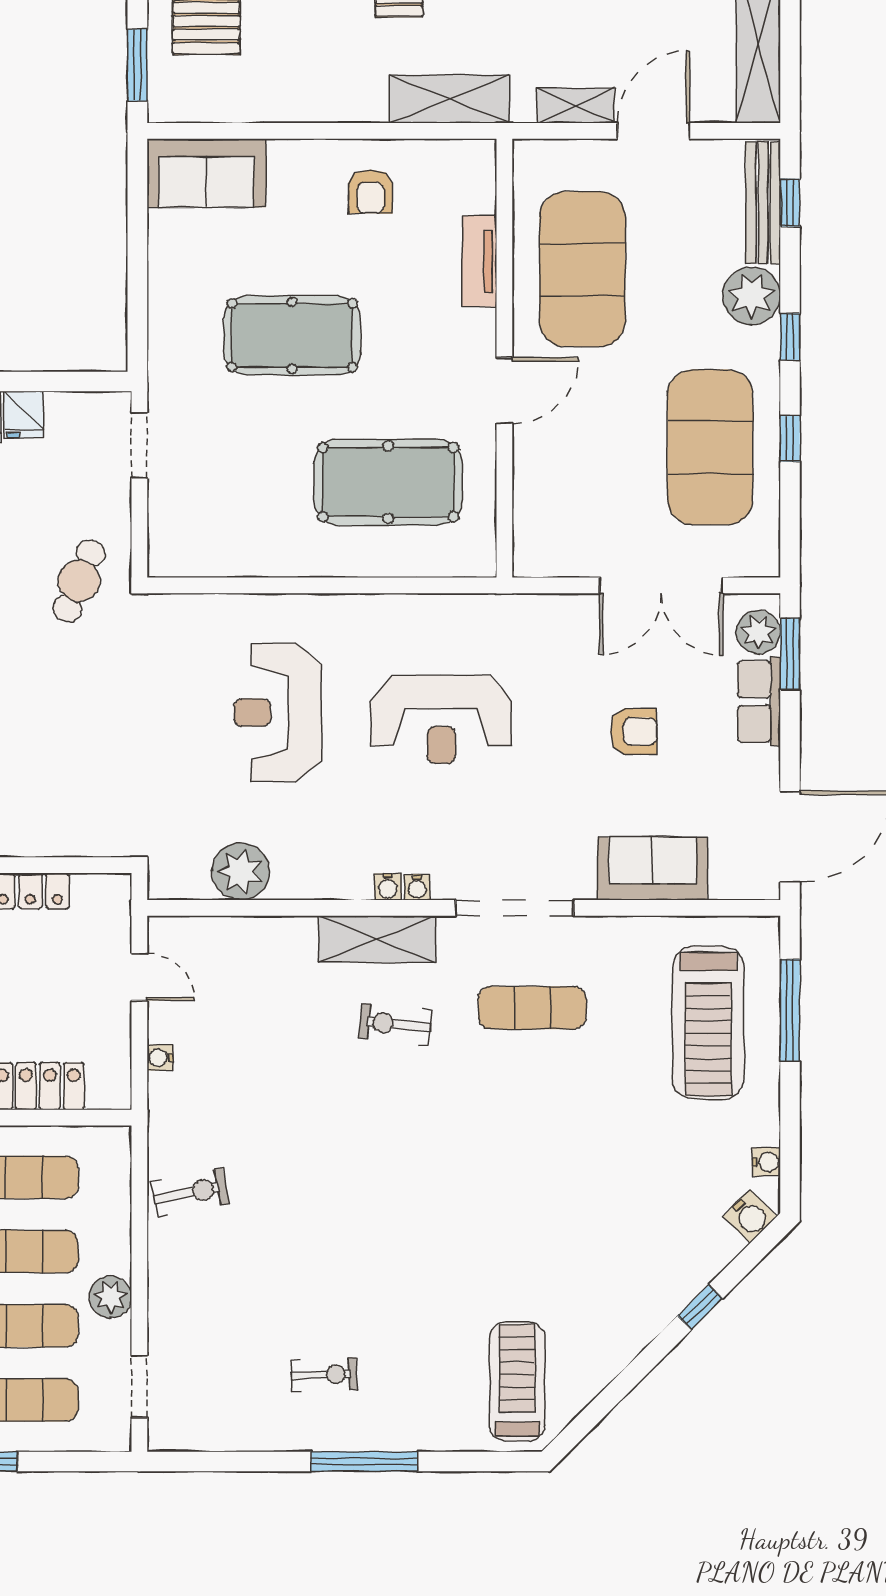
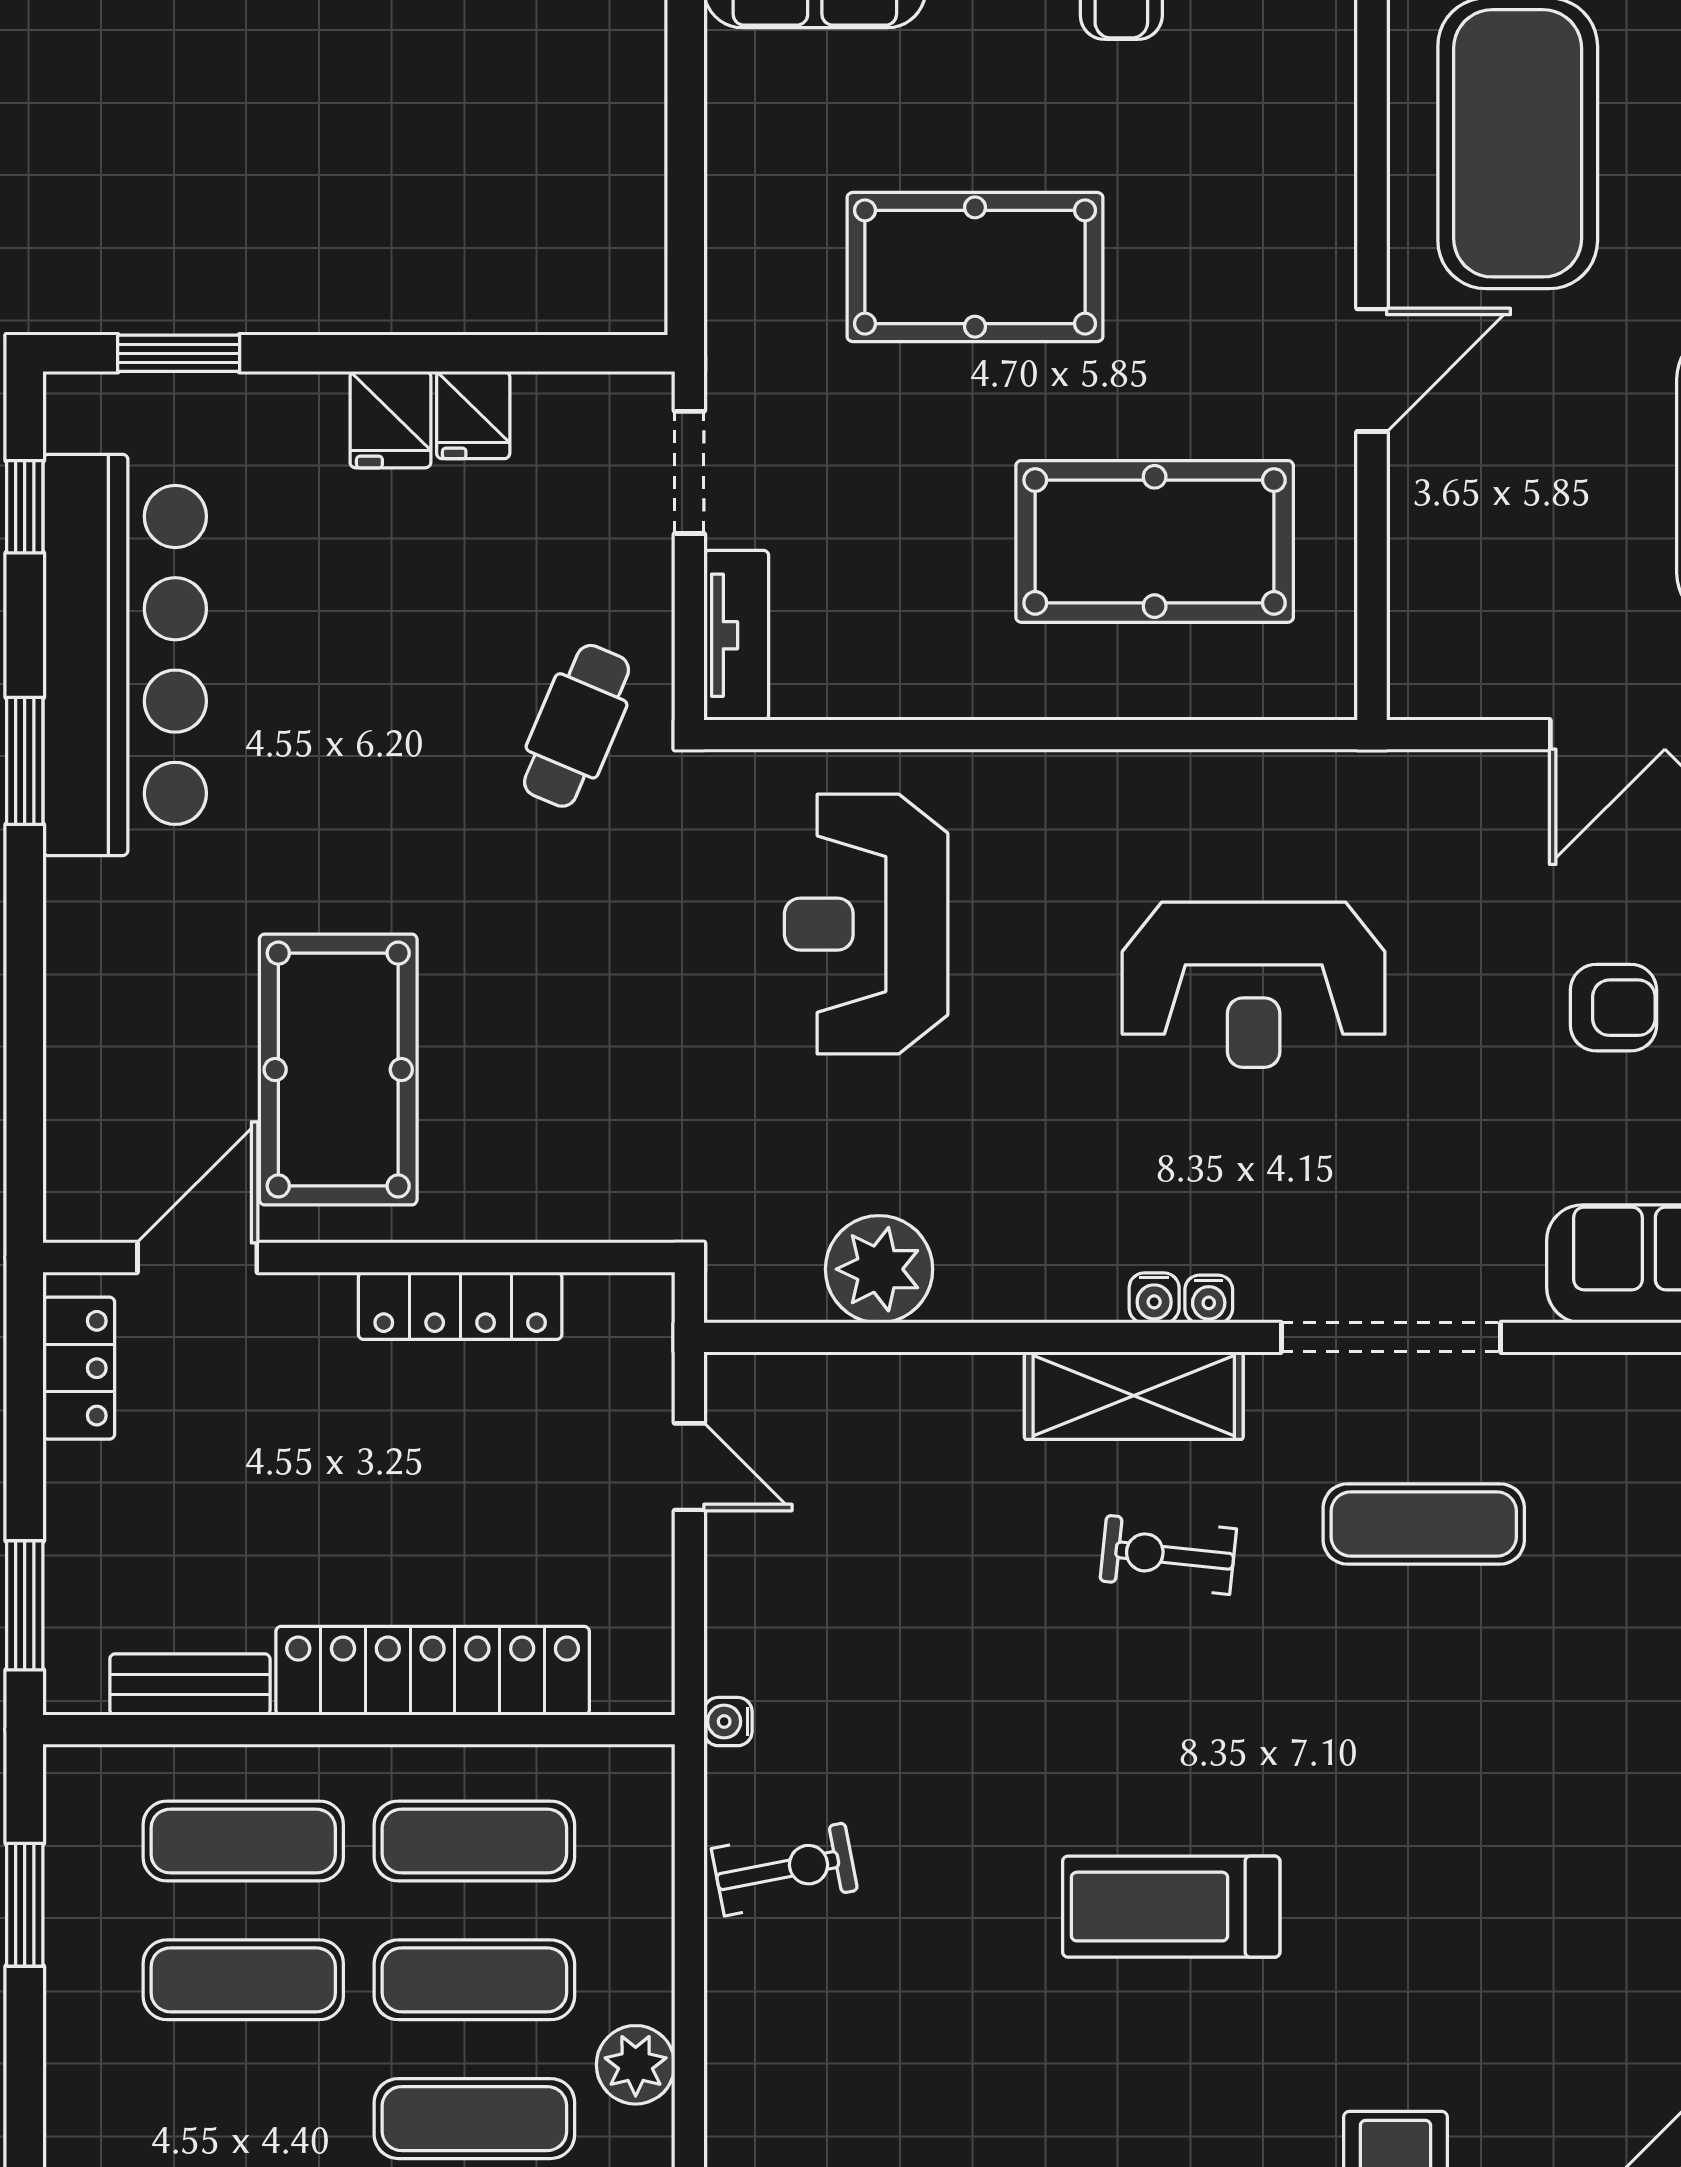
tv unit: (479, 261) -> (736, 635), moved, turned 180
reception desk: (278, 712) -> (866, 924), moved
water cooler: (160, 1058) -> (728, 1722), moved
treadmill: (397, 1212) -> (1171, 1907), added

